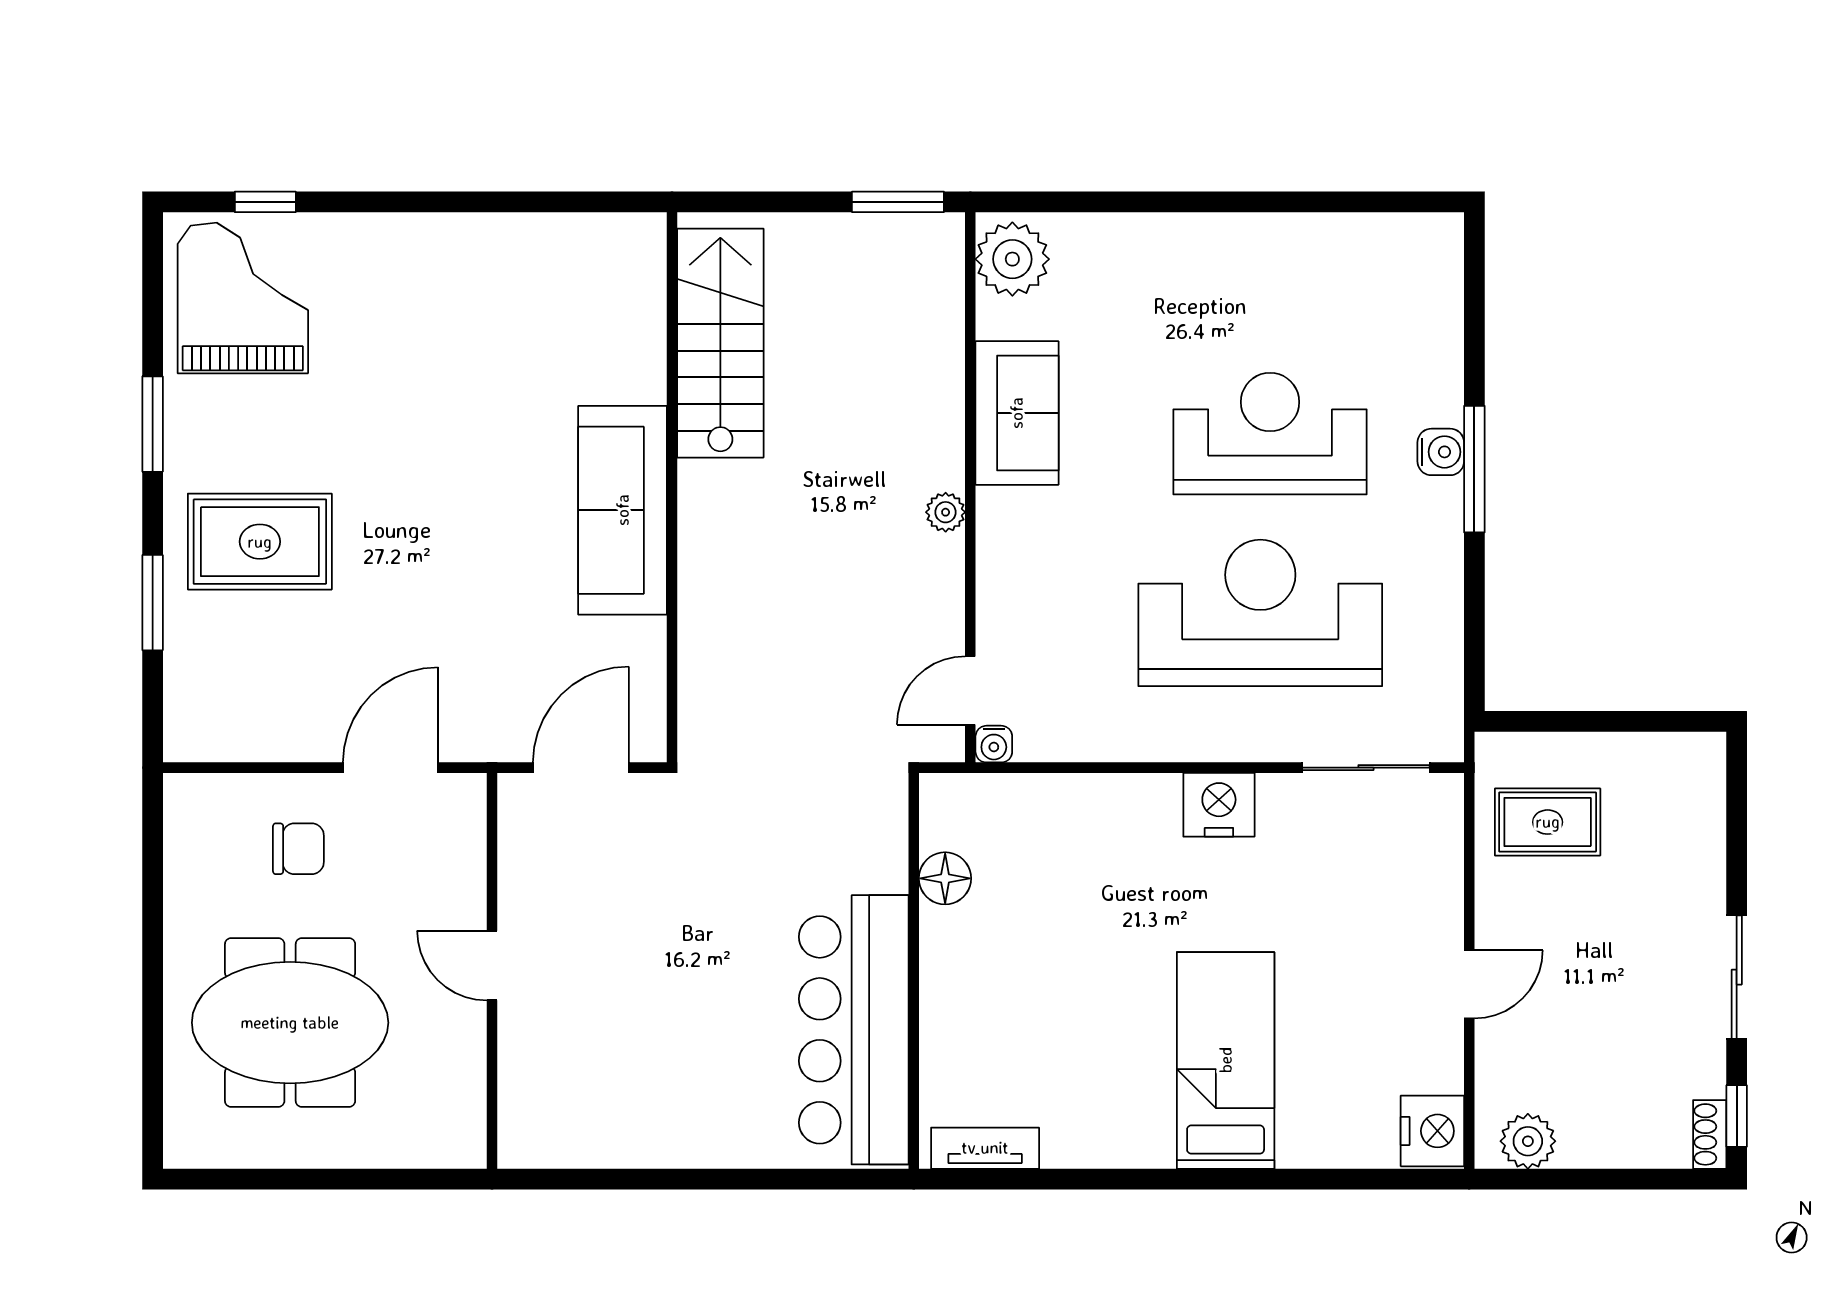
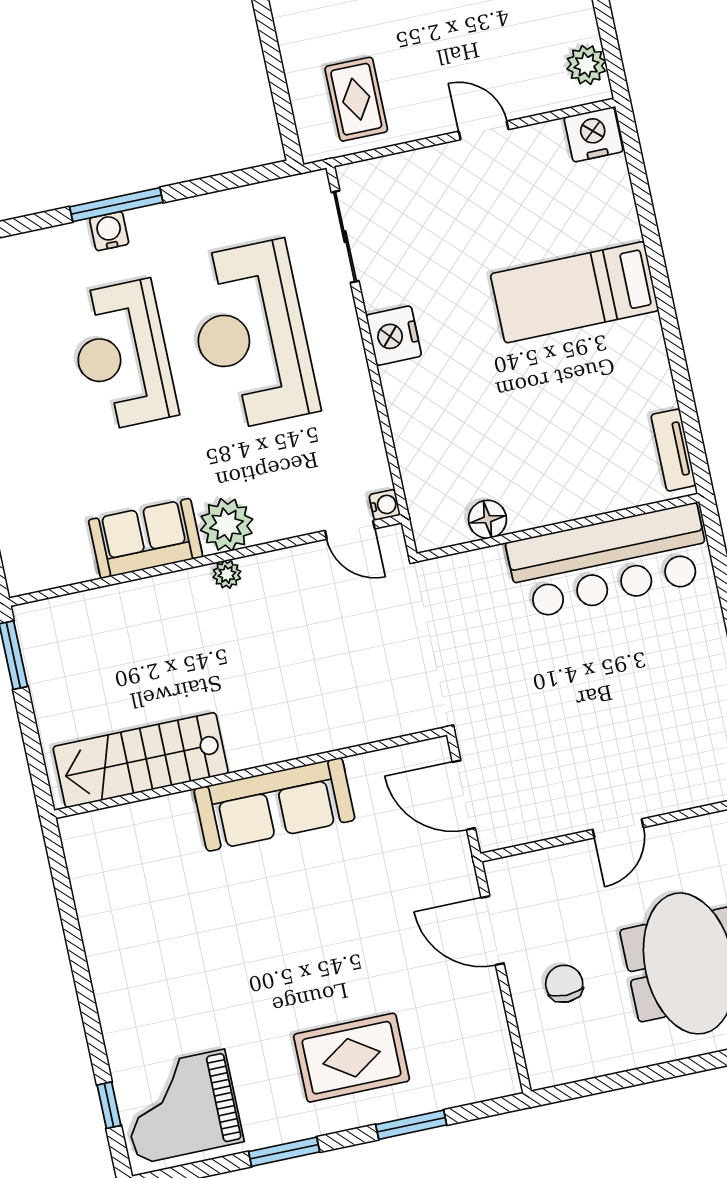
plant: (1012, 259) -> (227, 525), moved
rug: (260, 542) -> (352, 1058), turned 90

